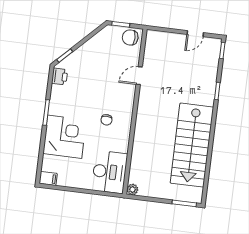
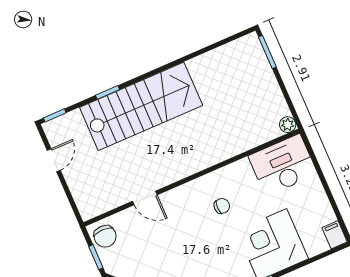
door: (195, 34) -> (54, 160), hinge flipped
stairs: (192, 145) -> (141, 106), moved

